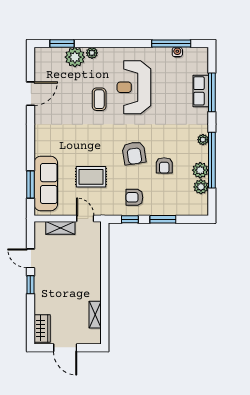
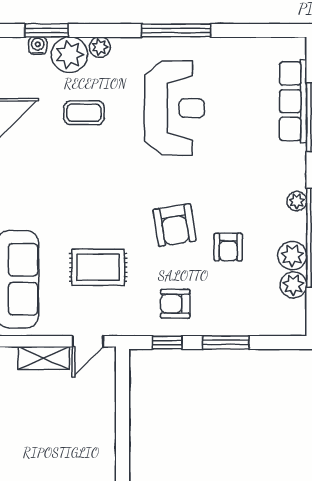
window: (171, 43) -> (176, 30), moved
water cooler: (177, 52) -> (38, 46), moved
reception desk: (134, 87) -> (174, 108), turned 180
row of seats: (201, 91) -> (293, 101), width x1.48
coffee table: (99, 99) -> (84, 113), moved, turned 90
door: (85, 218) -> (88, 341), swing flipped

